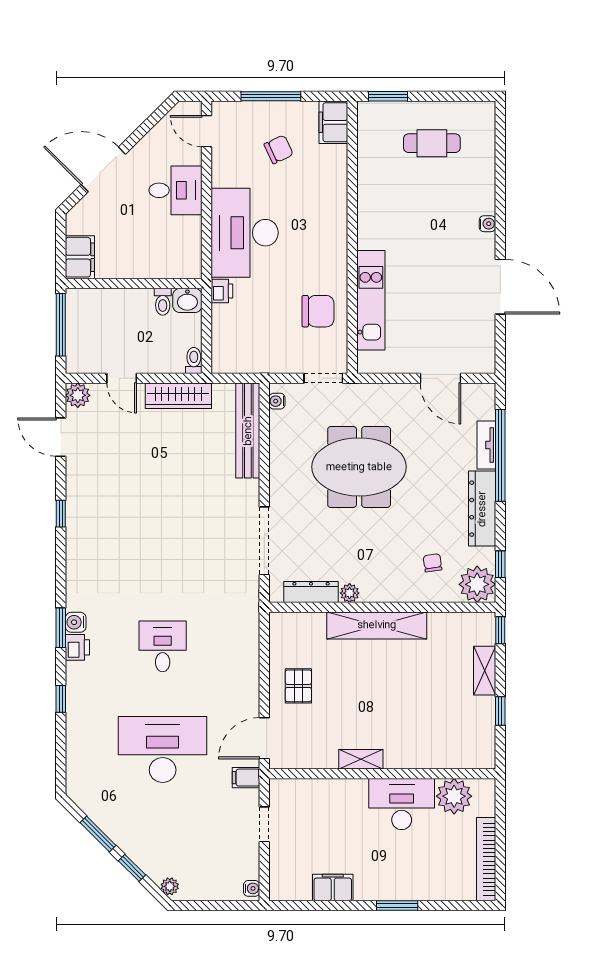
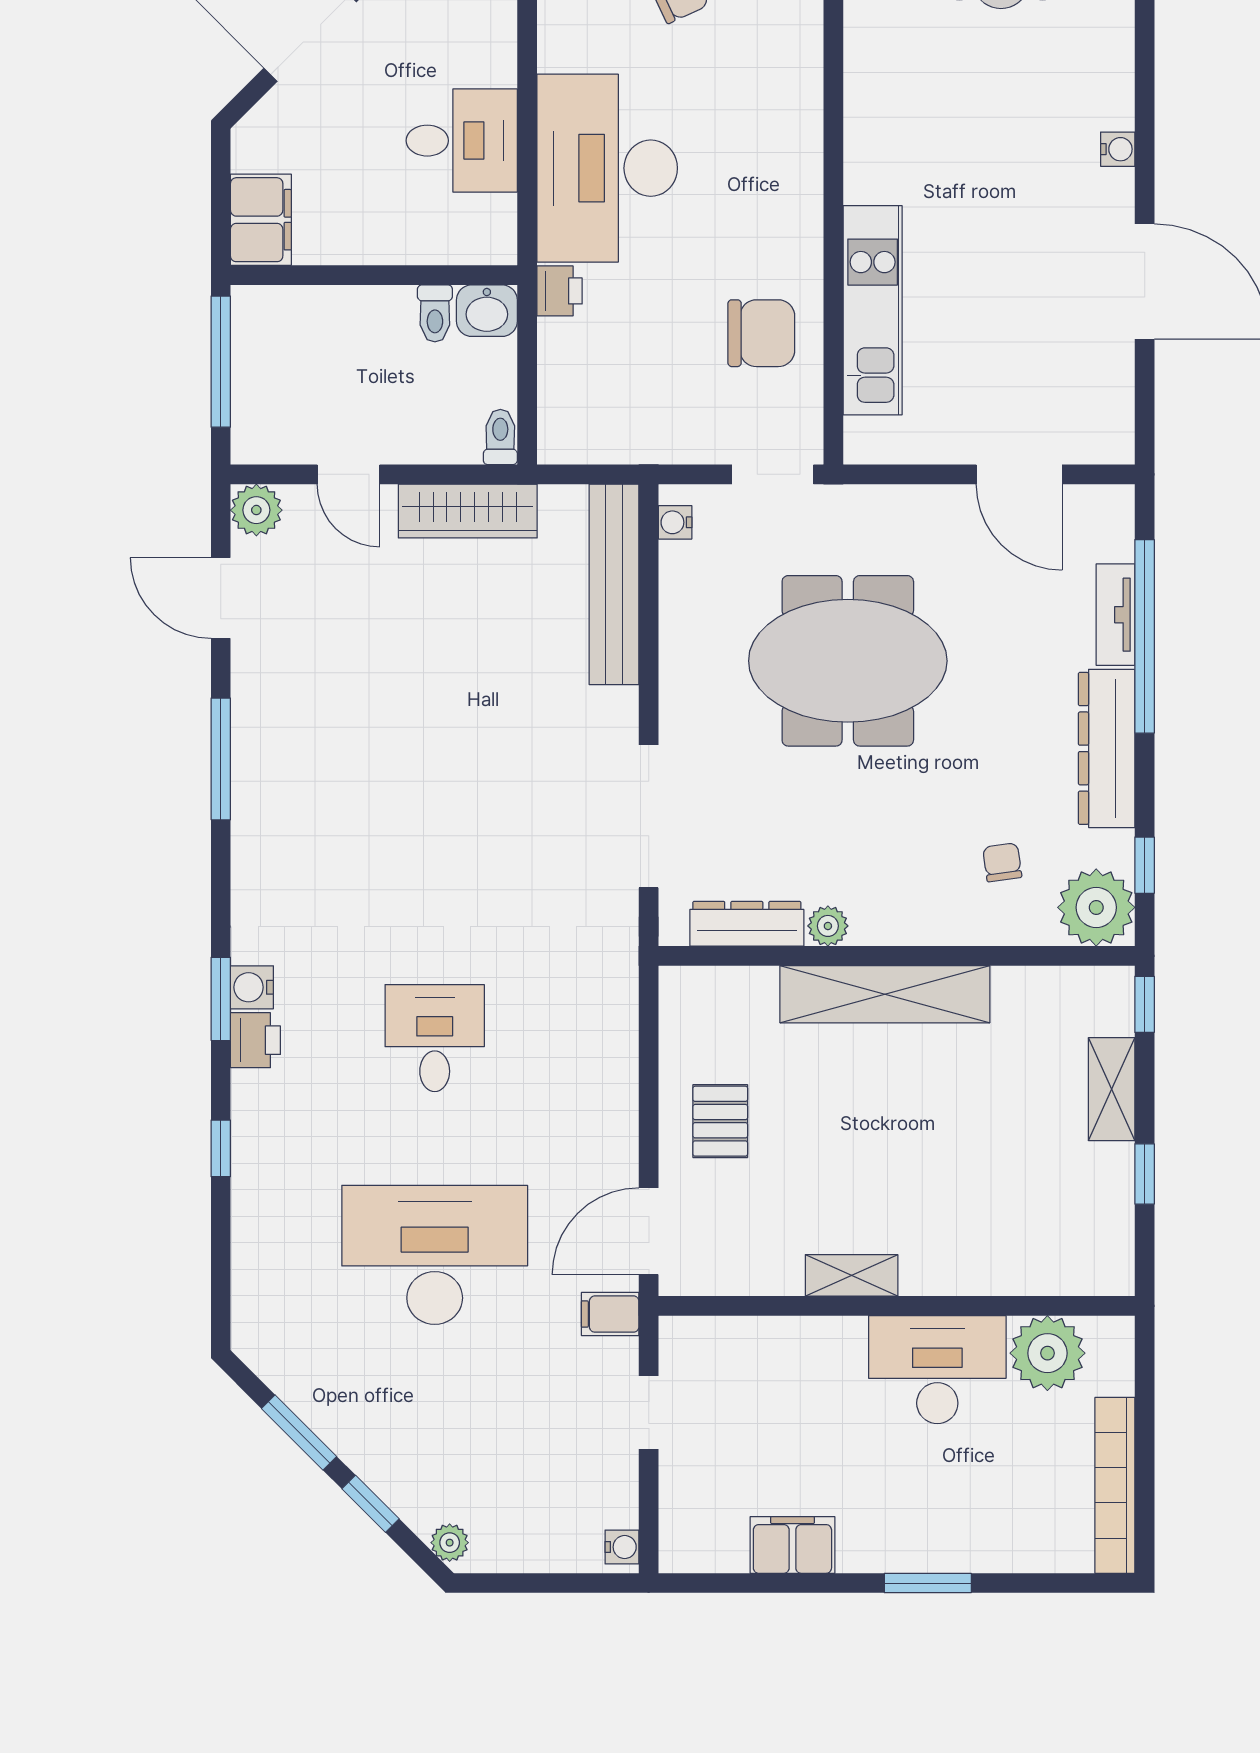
desk: (175, 190) -> (462, 141), moved
window: (61, 514) -> (221, 759), width x2.17

